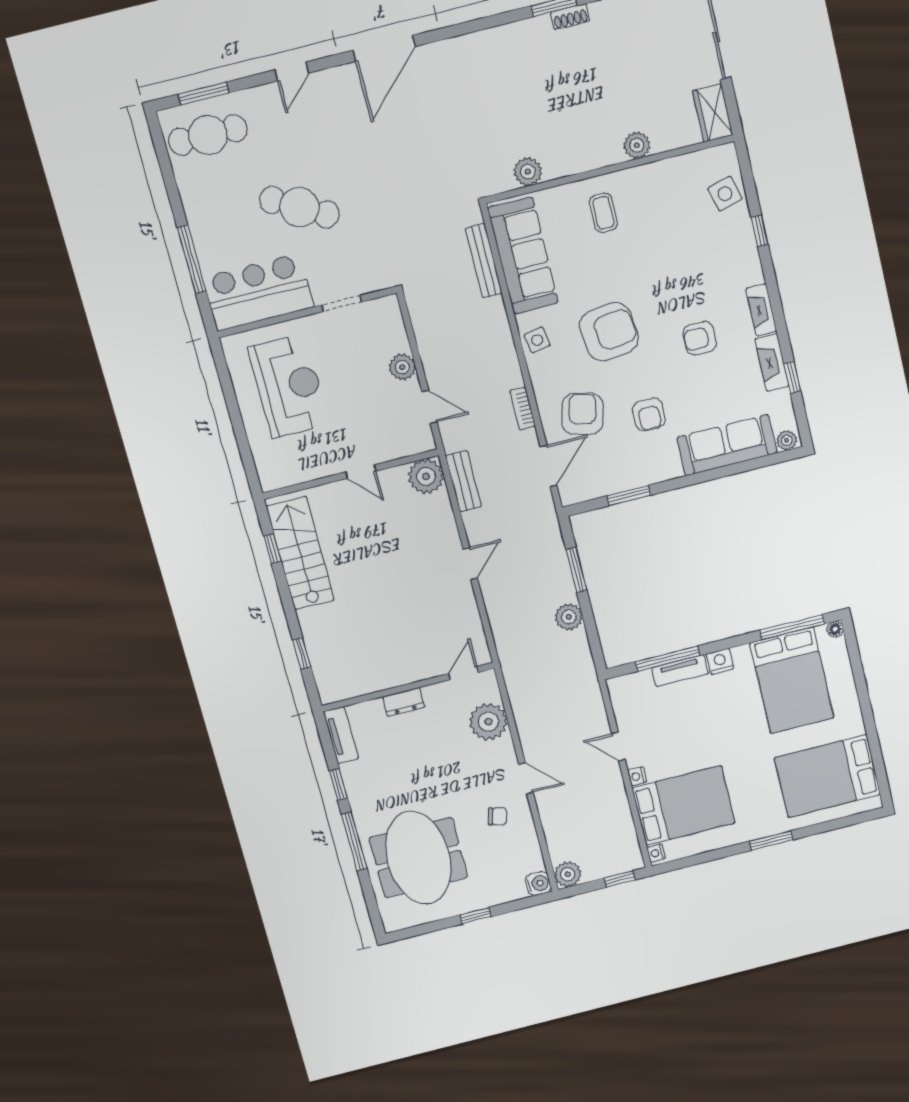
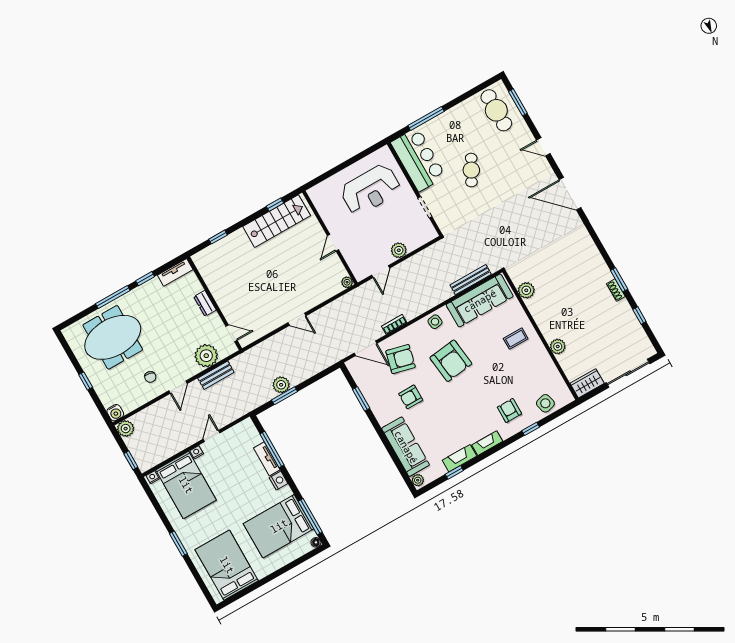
cafe table: (299, 207) -> (471, 170), width x0.73, depth x0.74
armchair: (700, 338) -> (509, 410), moved
plant: (426, 476) -> (347, 282), width x0.53, depth x0.53
bench: (463, 481) -> (216, 375), moved
window: (576, 570) -> (284, 396), moved

